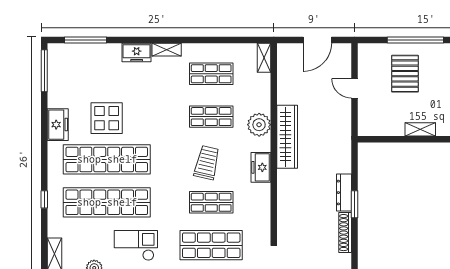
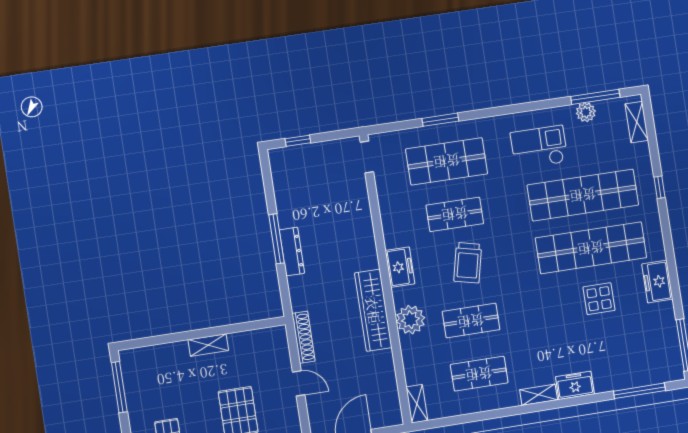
display table: (107, 118) -> (599, 299), width x0.73, depth x0.73
window: (354, 204) -> (277, 239), width x1.44
shoe rack: (345, 233) -> (304, 337), moved
checkout: (136, 245) -> (539, 147), turned 180

